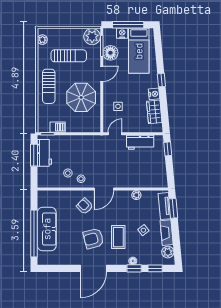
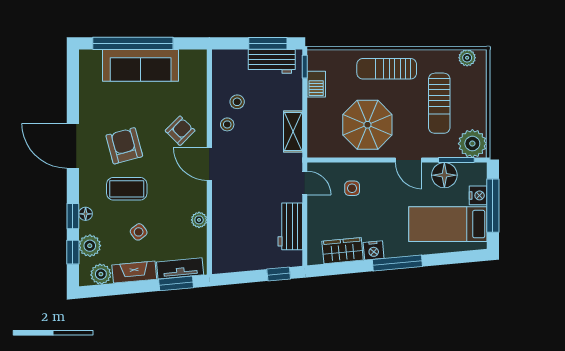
window: (161, 80) -> (397, 263), width x2.17
shelving: (85, 141) -> (293, 132), added
plant: (151, 258) -> (90, 246), added

